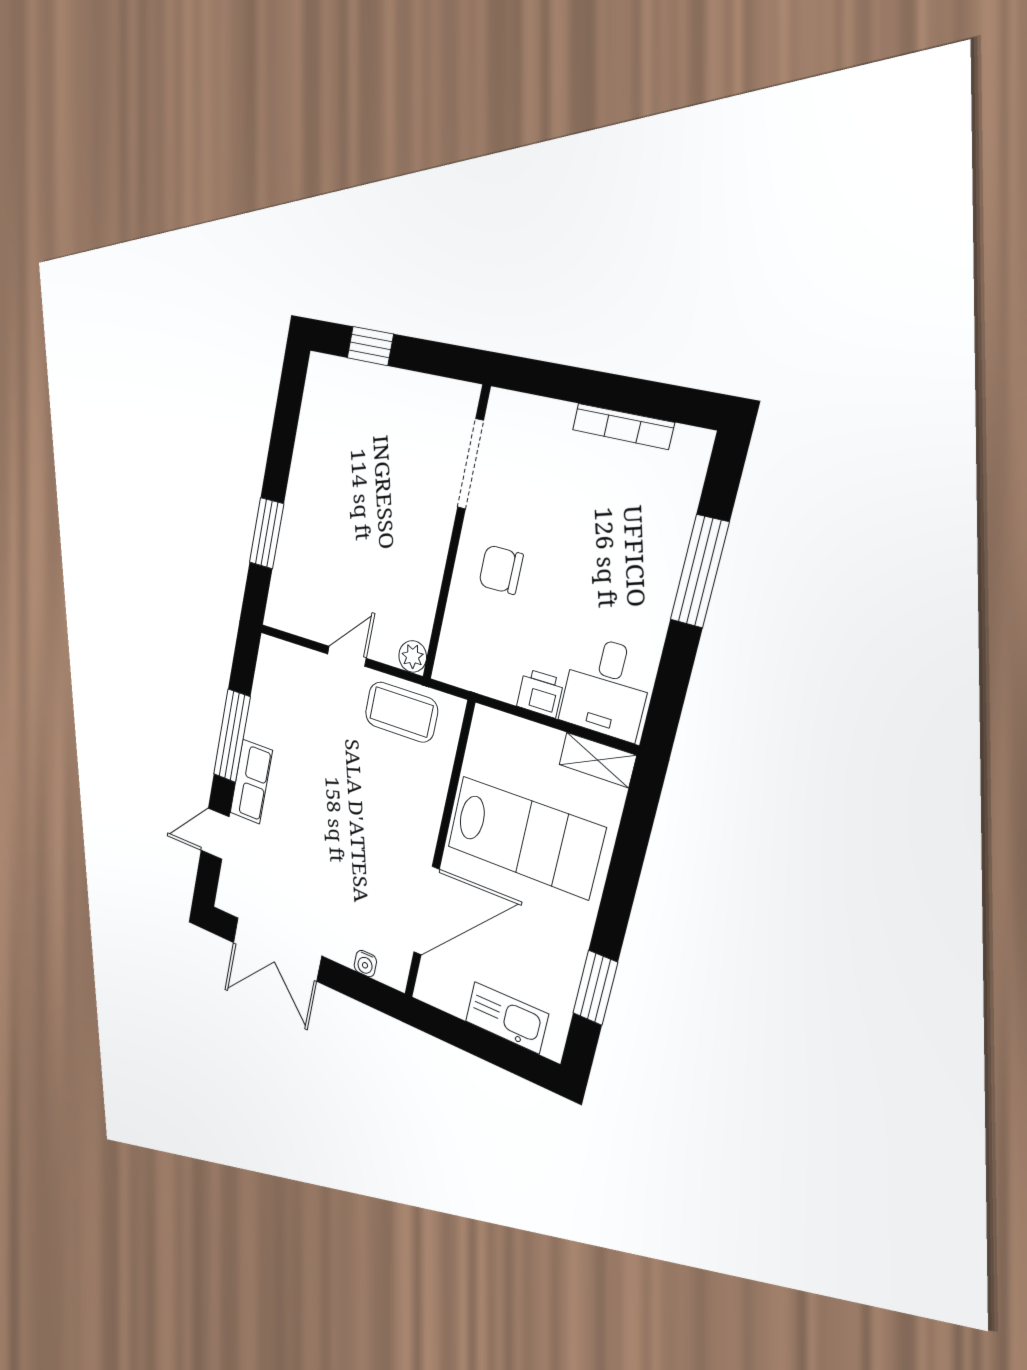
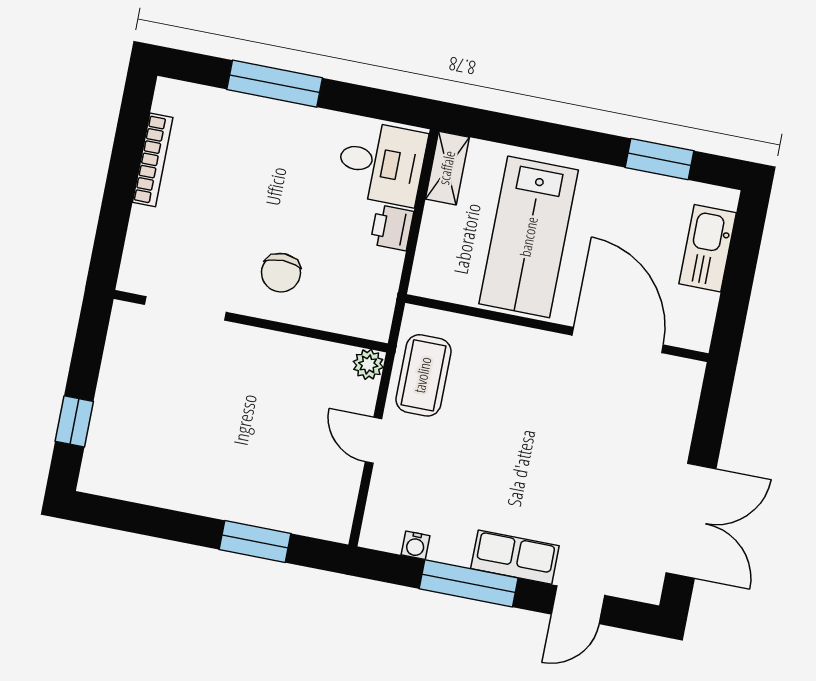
door: (215, 834) -> (578, 605), hinge flipped
lab bench: (525, 837) -> (529, 237), turned 180
water cooler: (365, 964) -> (415, 545), moved, turned 90

